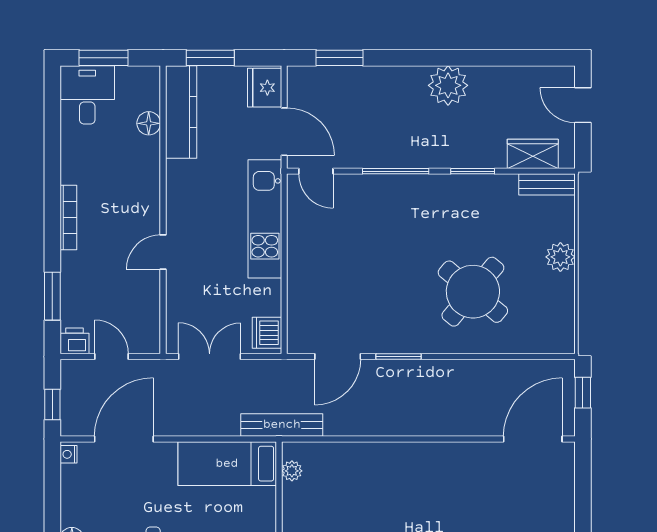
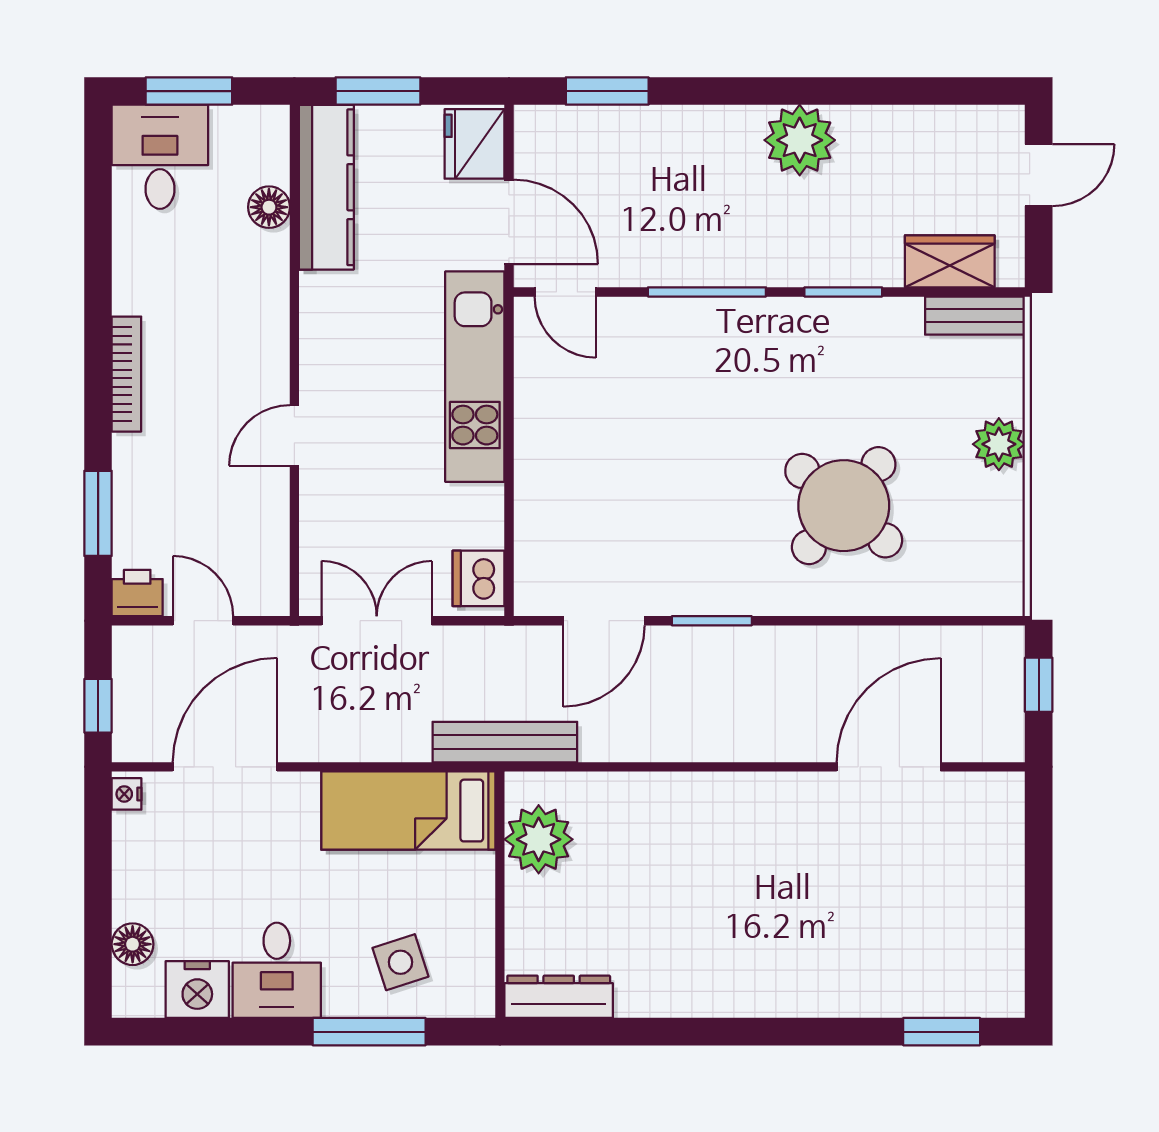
door: (583, 105) -> (1039, 175), swing flipped
door: (533, 439) -> (889, 767), moved
plant: (292, 471) -> (539, 839), width x1.87, depth x1.87

